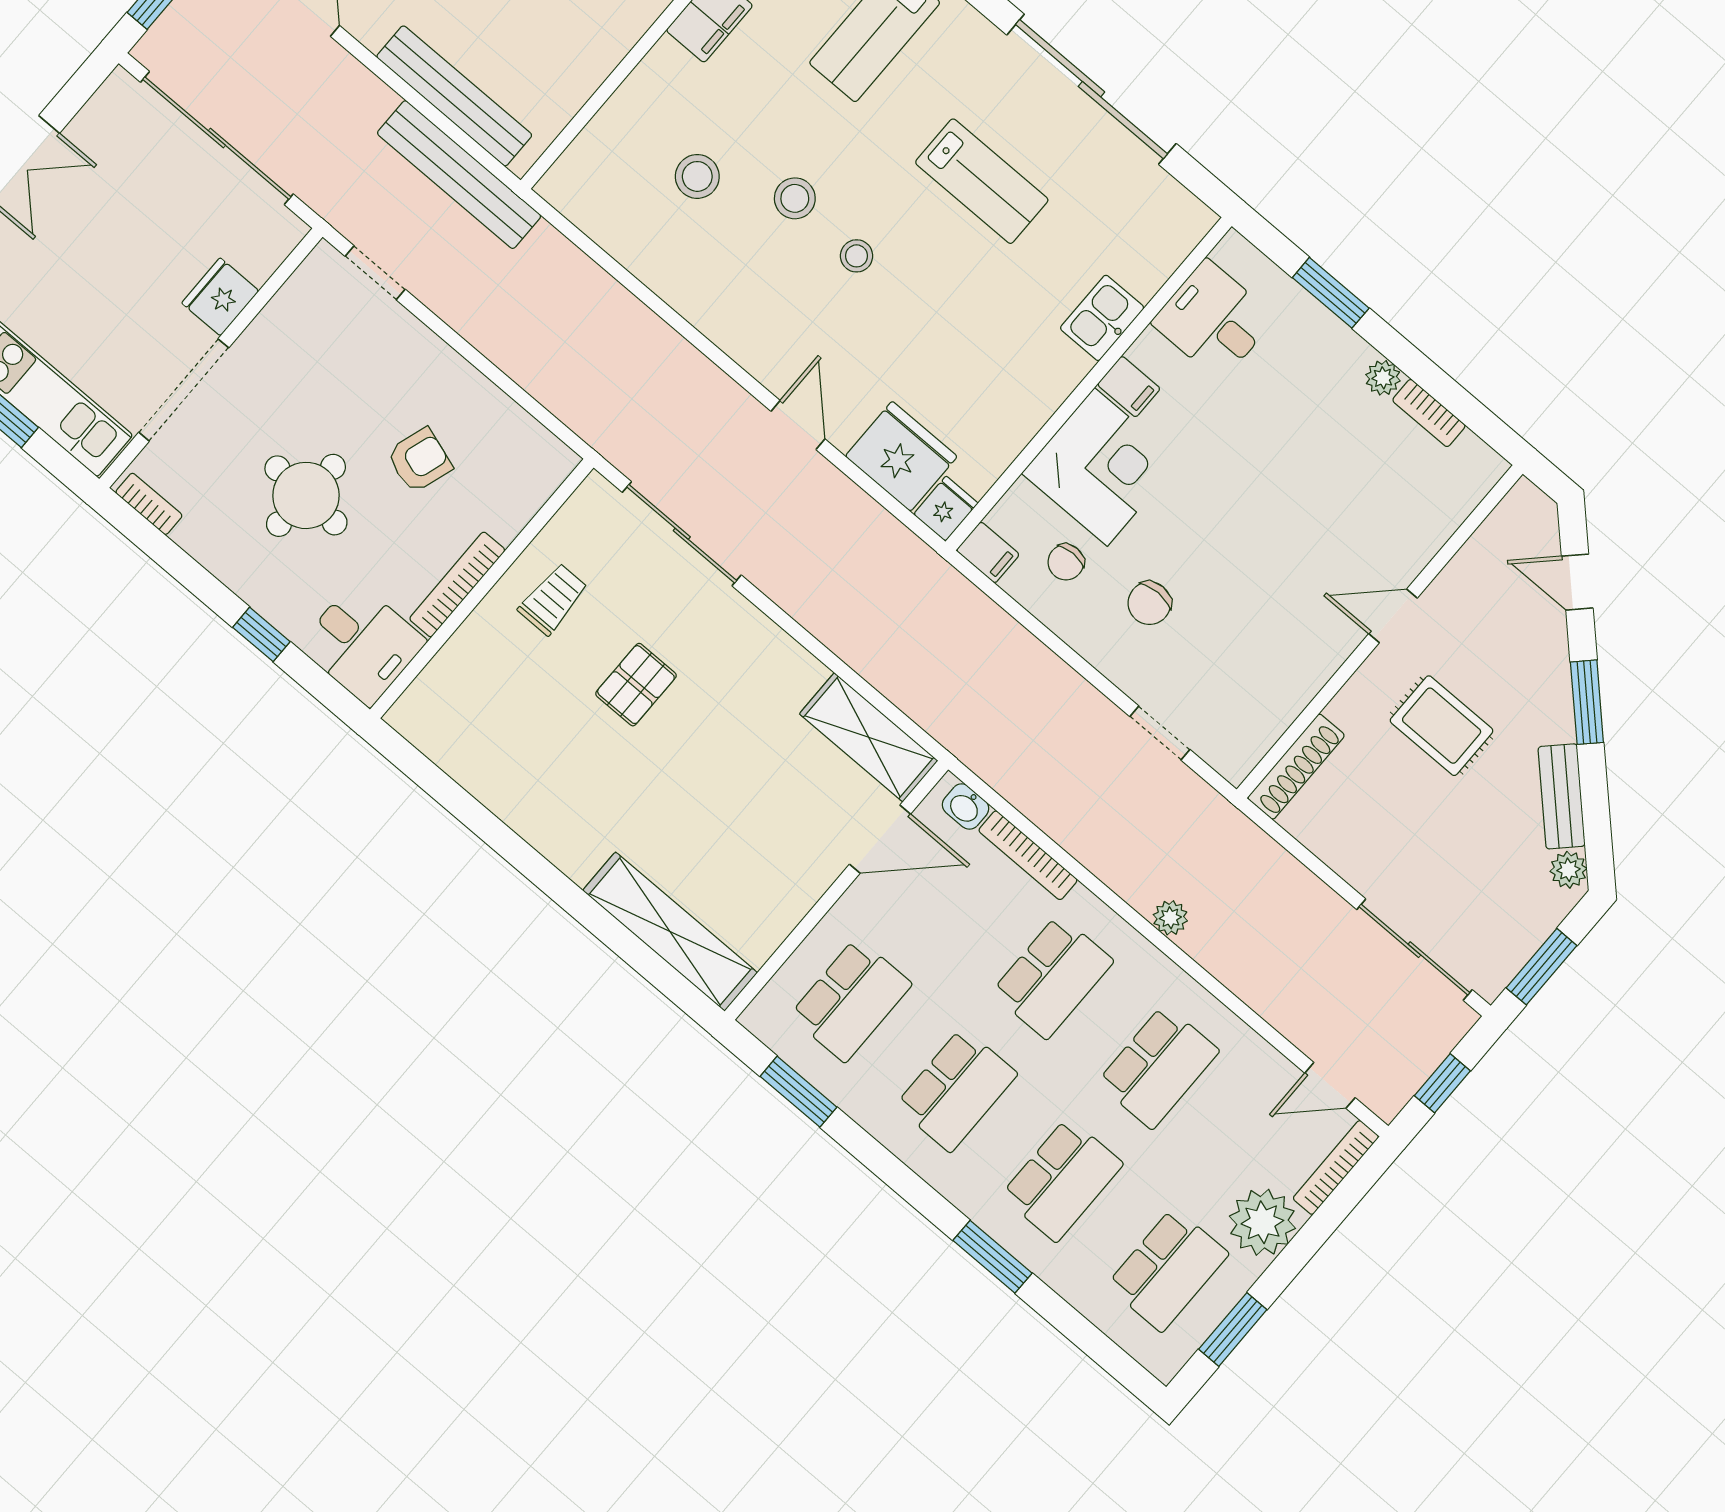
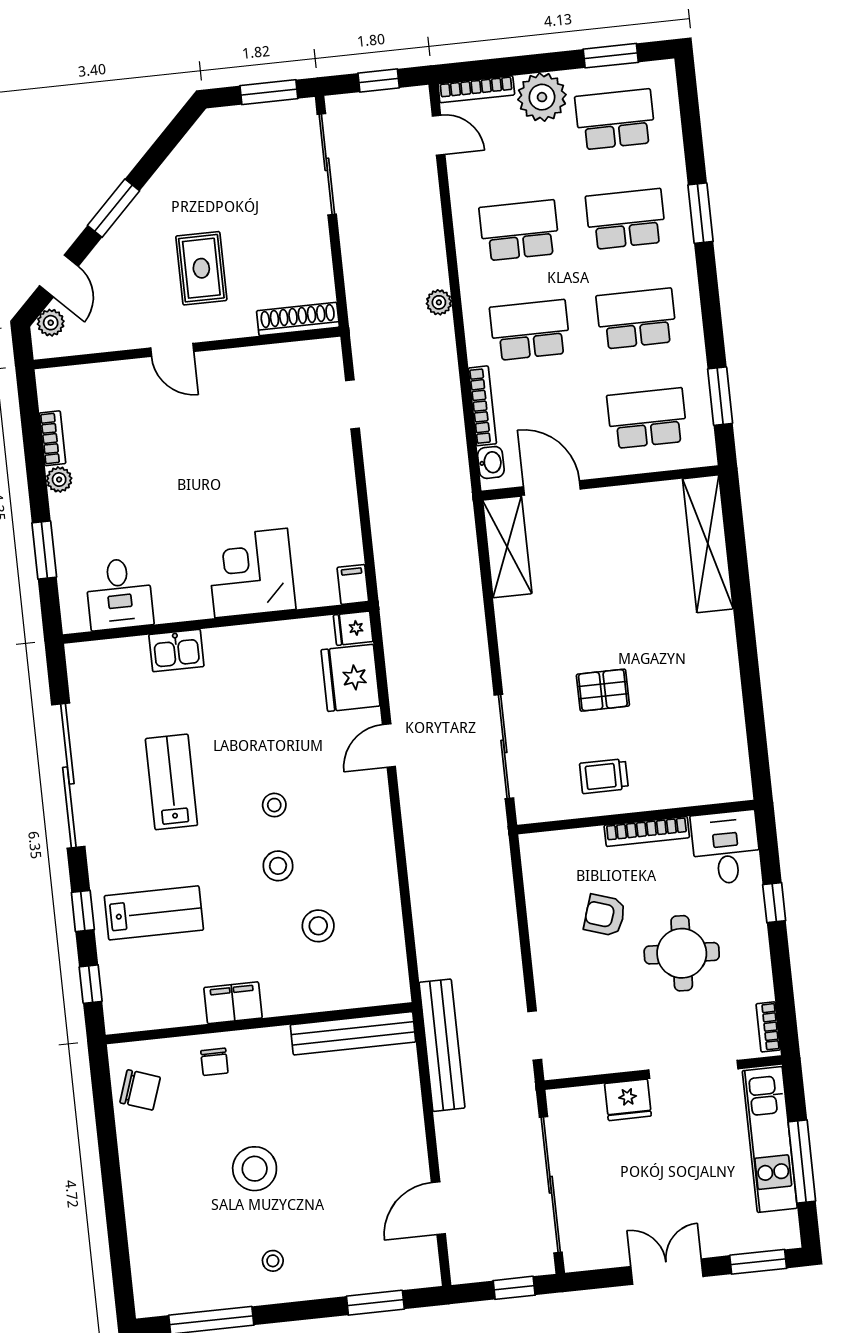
bench: (454, 96) -> (353, 1033), moved, turned 90
filing cabinet: (1129, 387) -> (197, 601), removed
chair: (1066, 562) -> (317, 541), removed
chair: (1149, 603) -> (293, 478), removed
bench: (1562, 796) -> (174, 171), removed
plant: (1568, 870) -> (51, 323), moved

